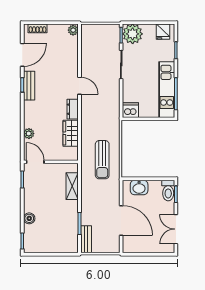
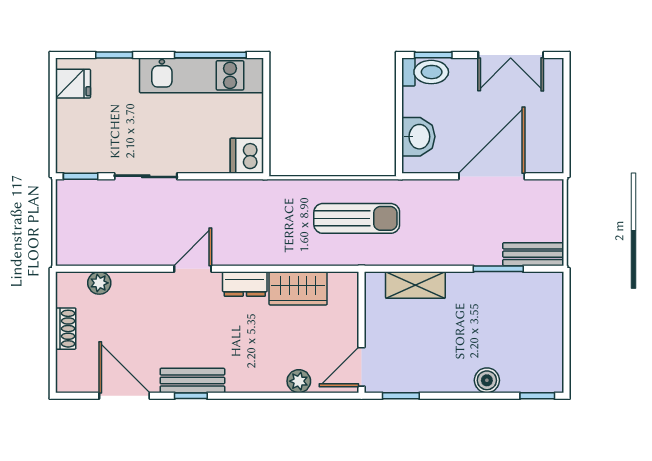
shoe rack: (37, 28) -> (66, 329), moved
plant: (73, 30) -> (99, 283), moved
plant: (133, 34) -> (78, 151), removed

